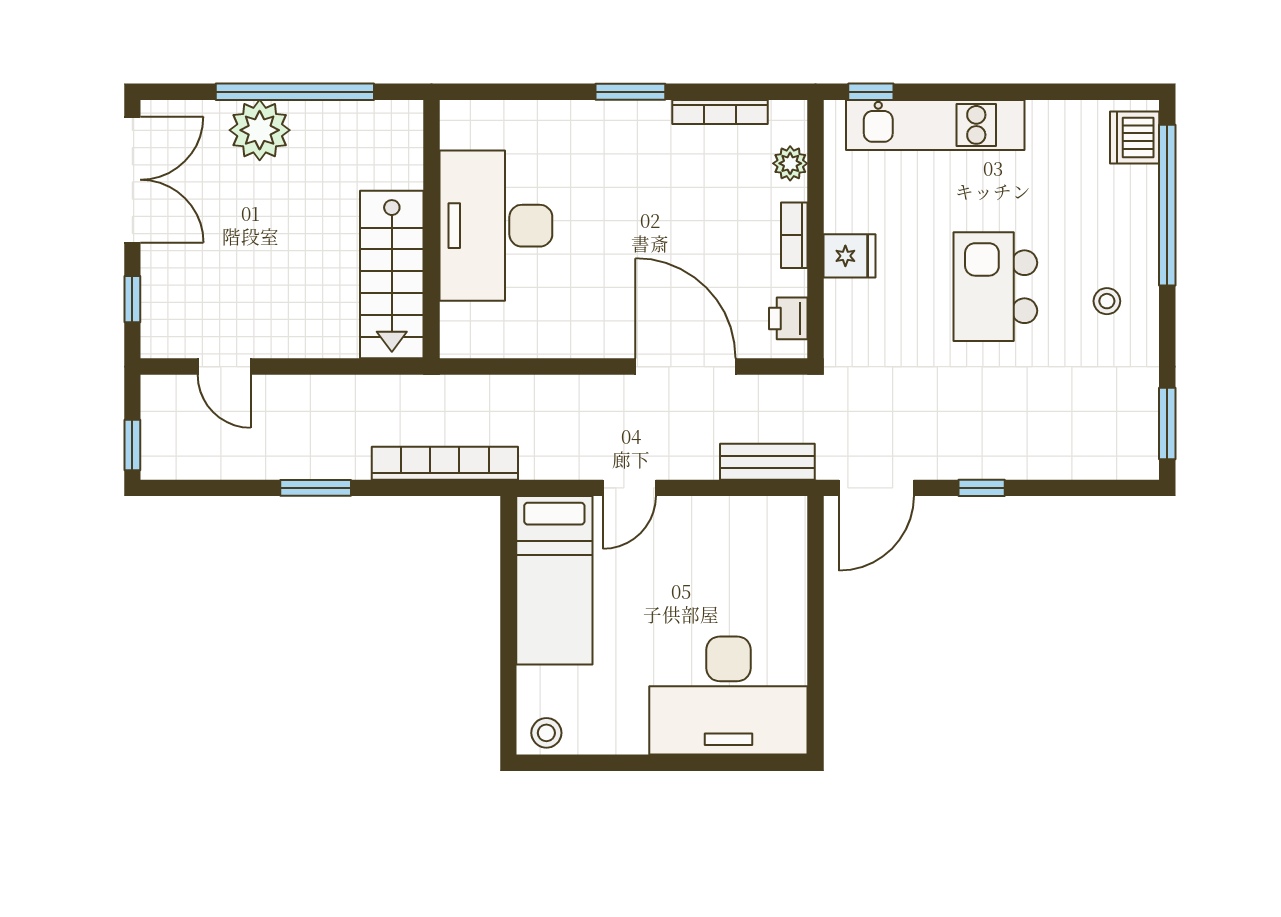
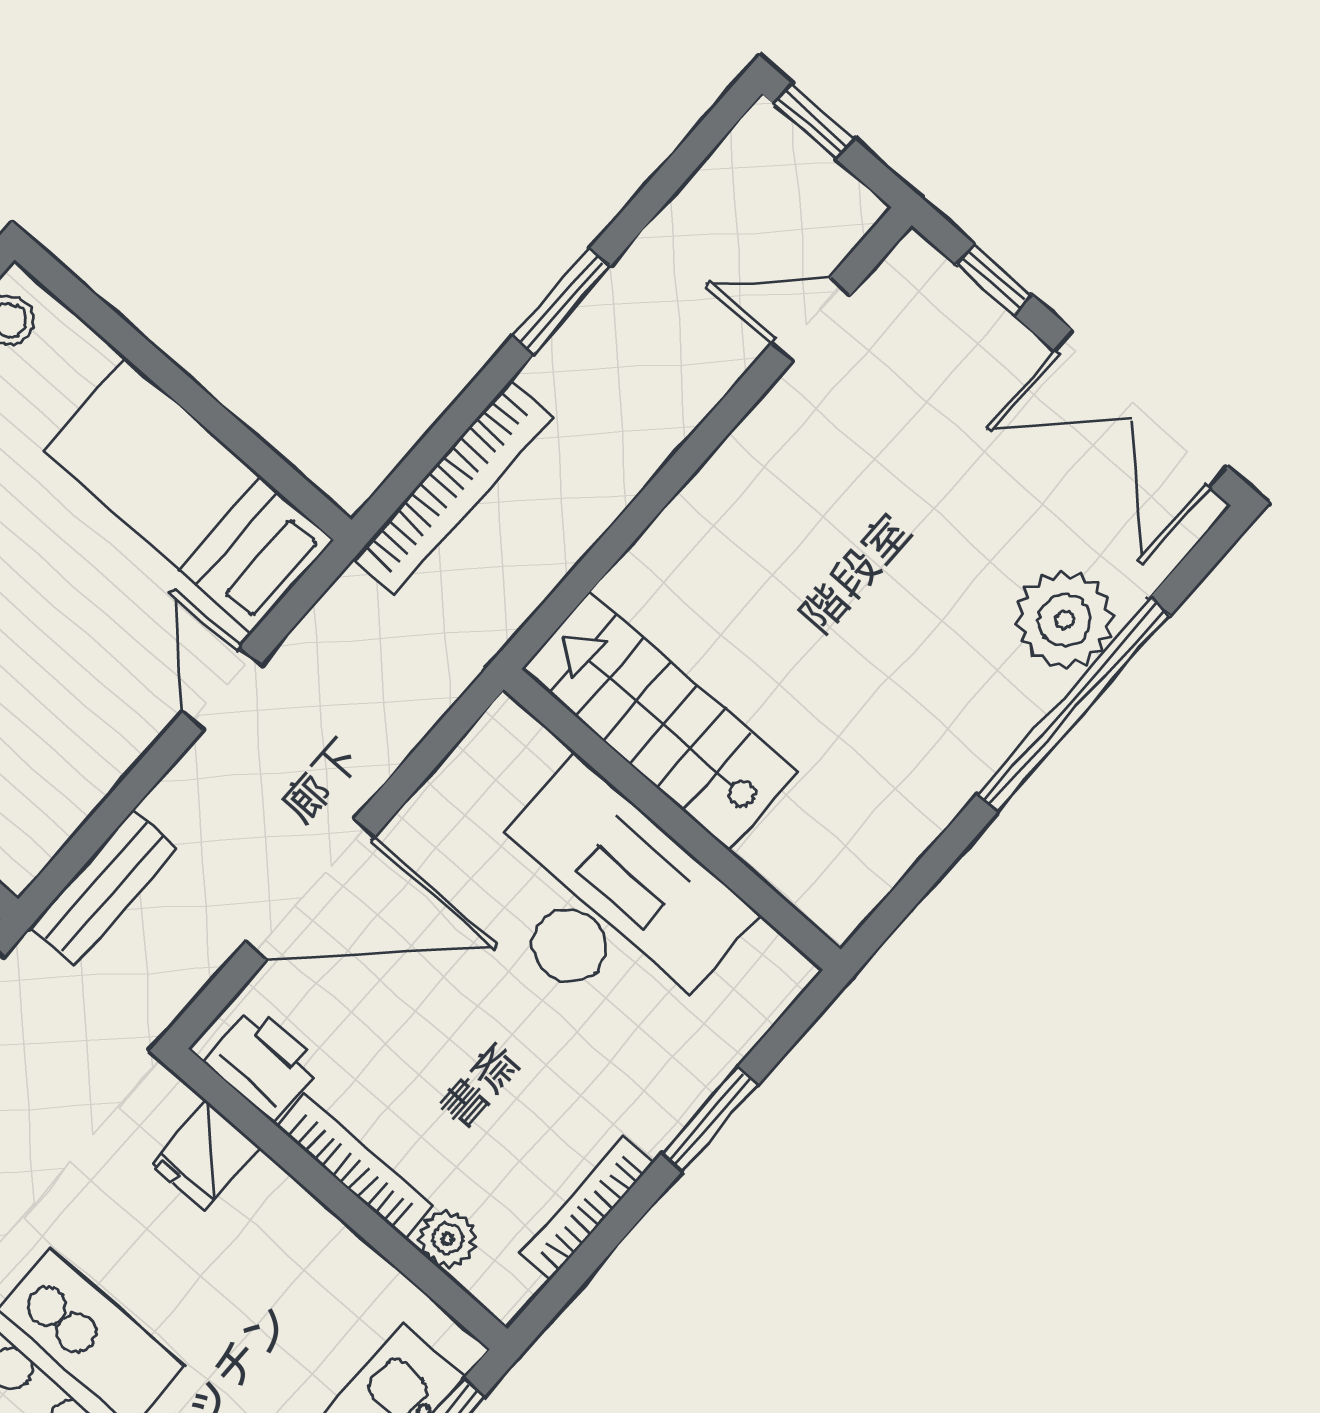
desk: (496, 226) -> (607, 903), moved
wall: (432, 229) -> (672, 819), moved
bookcase: (794, 235) -> (354, 1166), width x1.56
fridge: (849, 256) -> (205, 1156), moved
stairs: (392, 275) -> (659, 721), moved
printer: (788, 318) -> (263, 1063), width x1.36, depth x1.24

